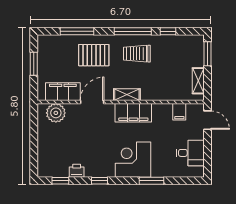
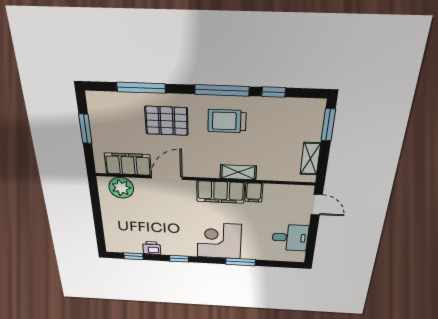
shelving: (127, 95) -> (238, 172), moved
filing cabinet: (179, 112) -> (254, 192), moved

